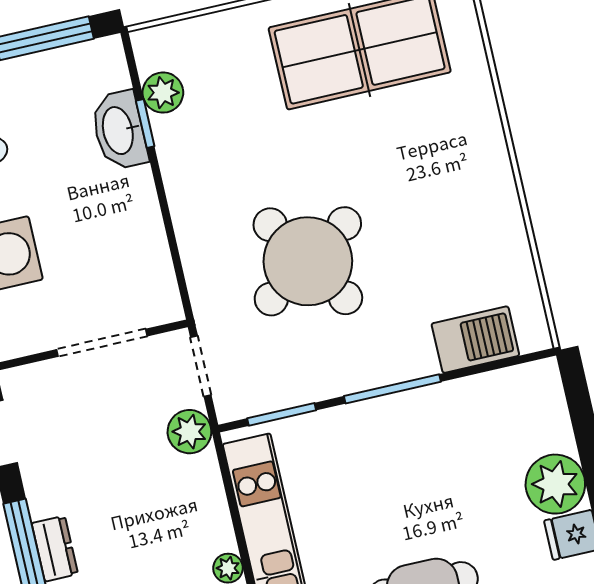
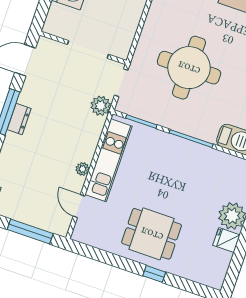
round table: (308, 261) -> (189, 68), turned 33

